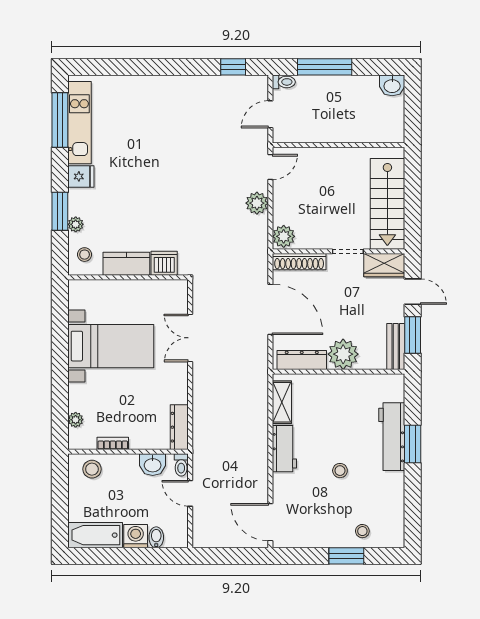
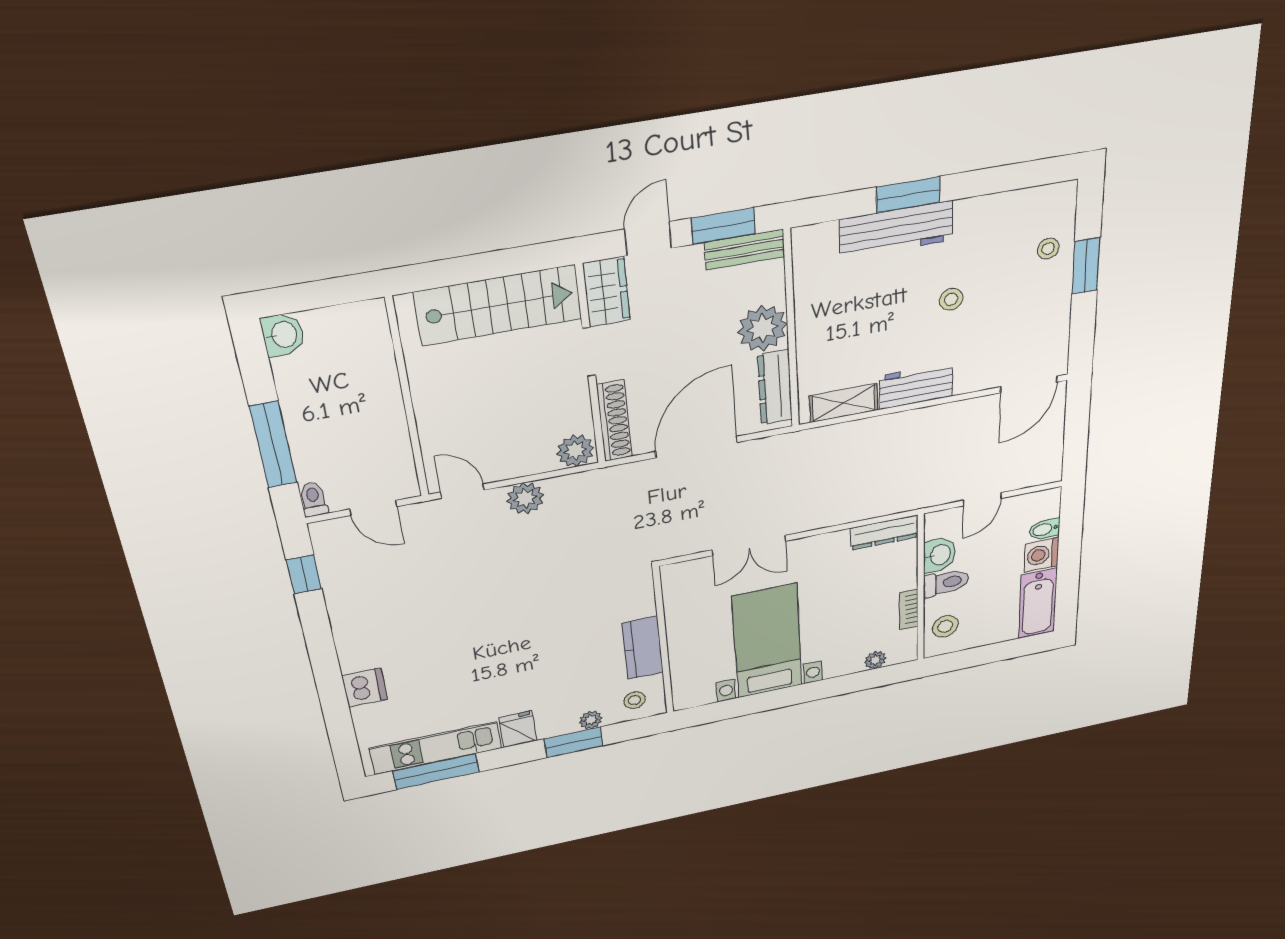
dishwasher: (164, 263) -> (365, 688), moved, turned 180
toilet: (181, 465) -> (946, 583), moved, width x1.37, depth x1.39

